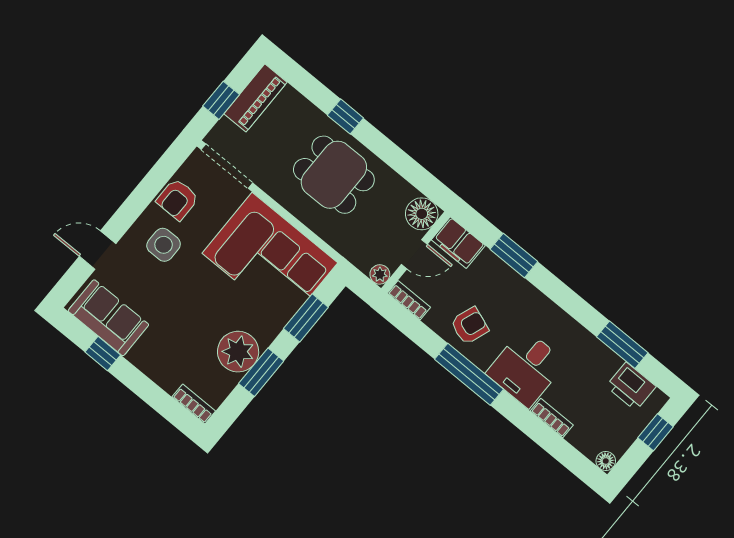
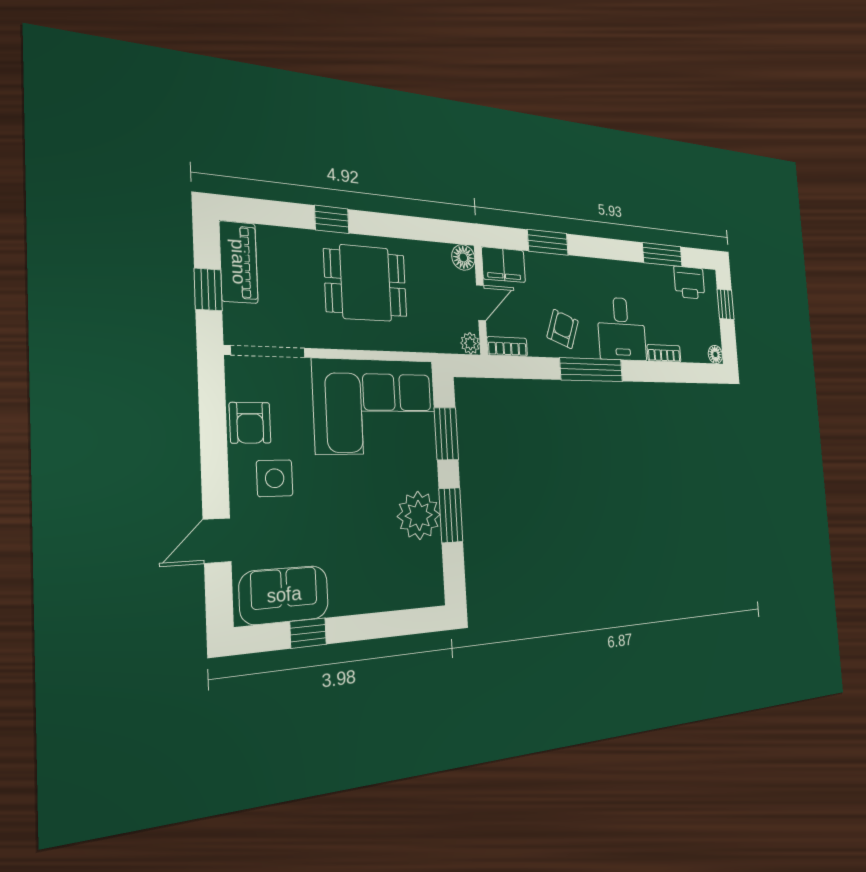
floor lamp: (422, 214) -> (463, 257), width x0.73, depth x0.73
bookcase: (194, 404) -> (422, 597), removed

